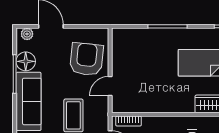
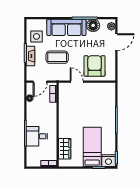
armchair: (86, 59) -> (95, 66), turned -96

